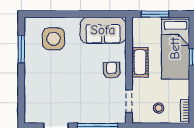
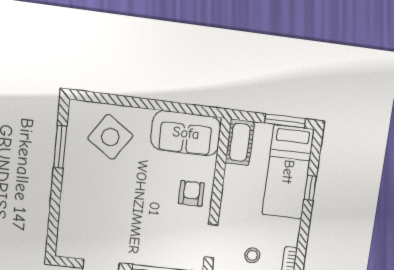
window: (155, 14) -> (285, 121), moved
side table: (53, 39) -> (110, 137), turned 34
cot: (140, 62) -> (240, 142), moved

